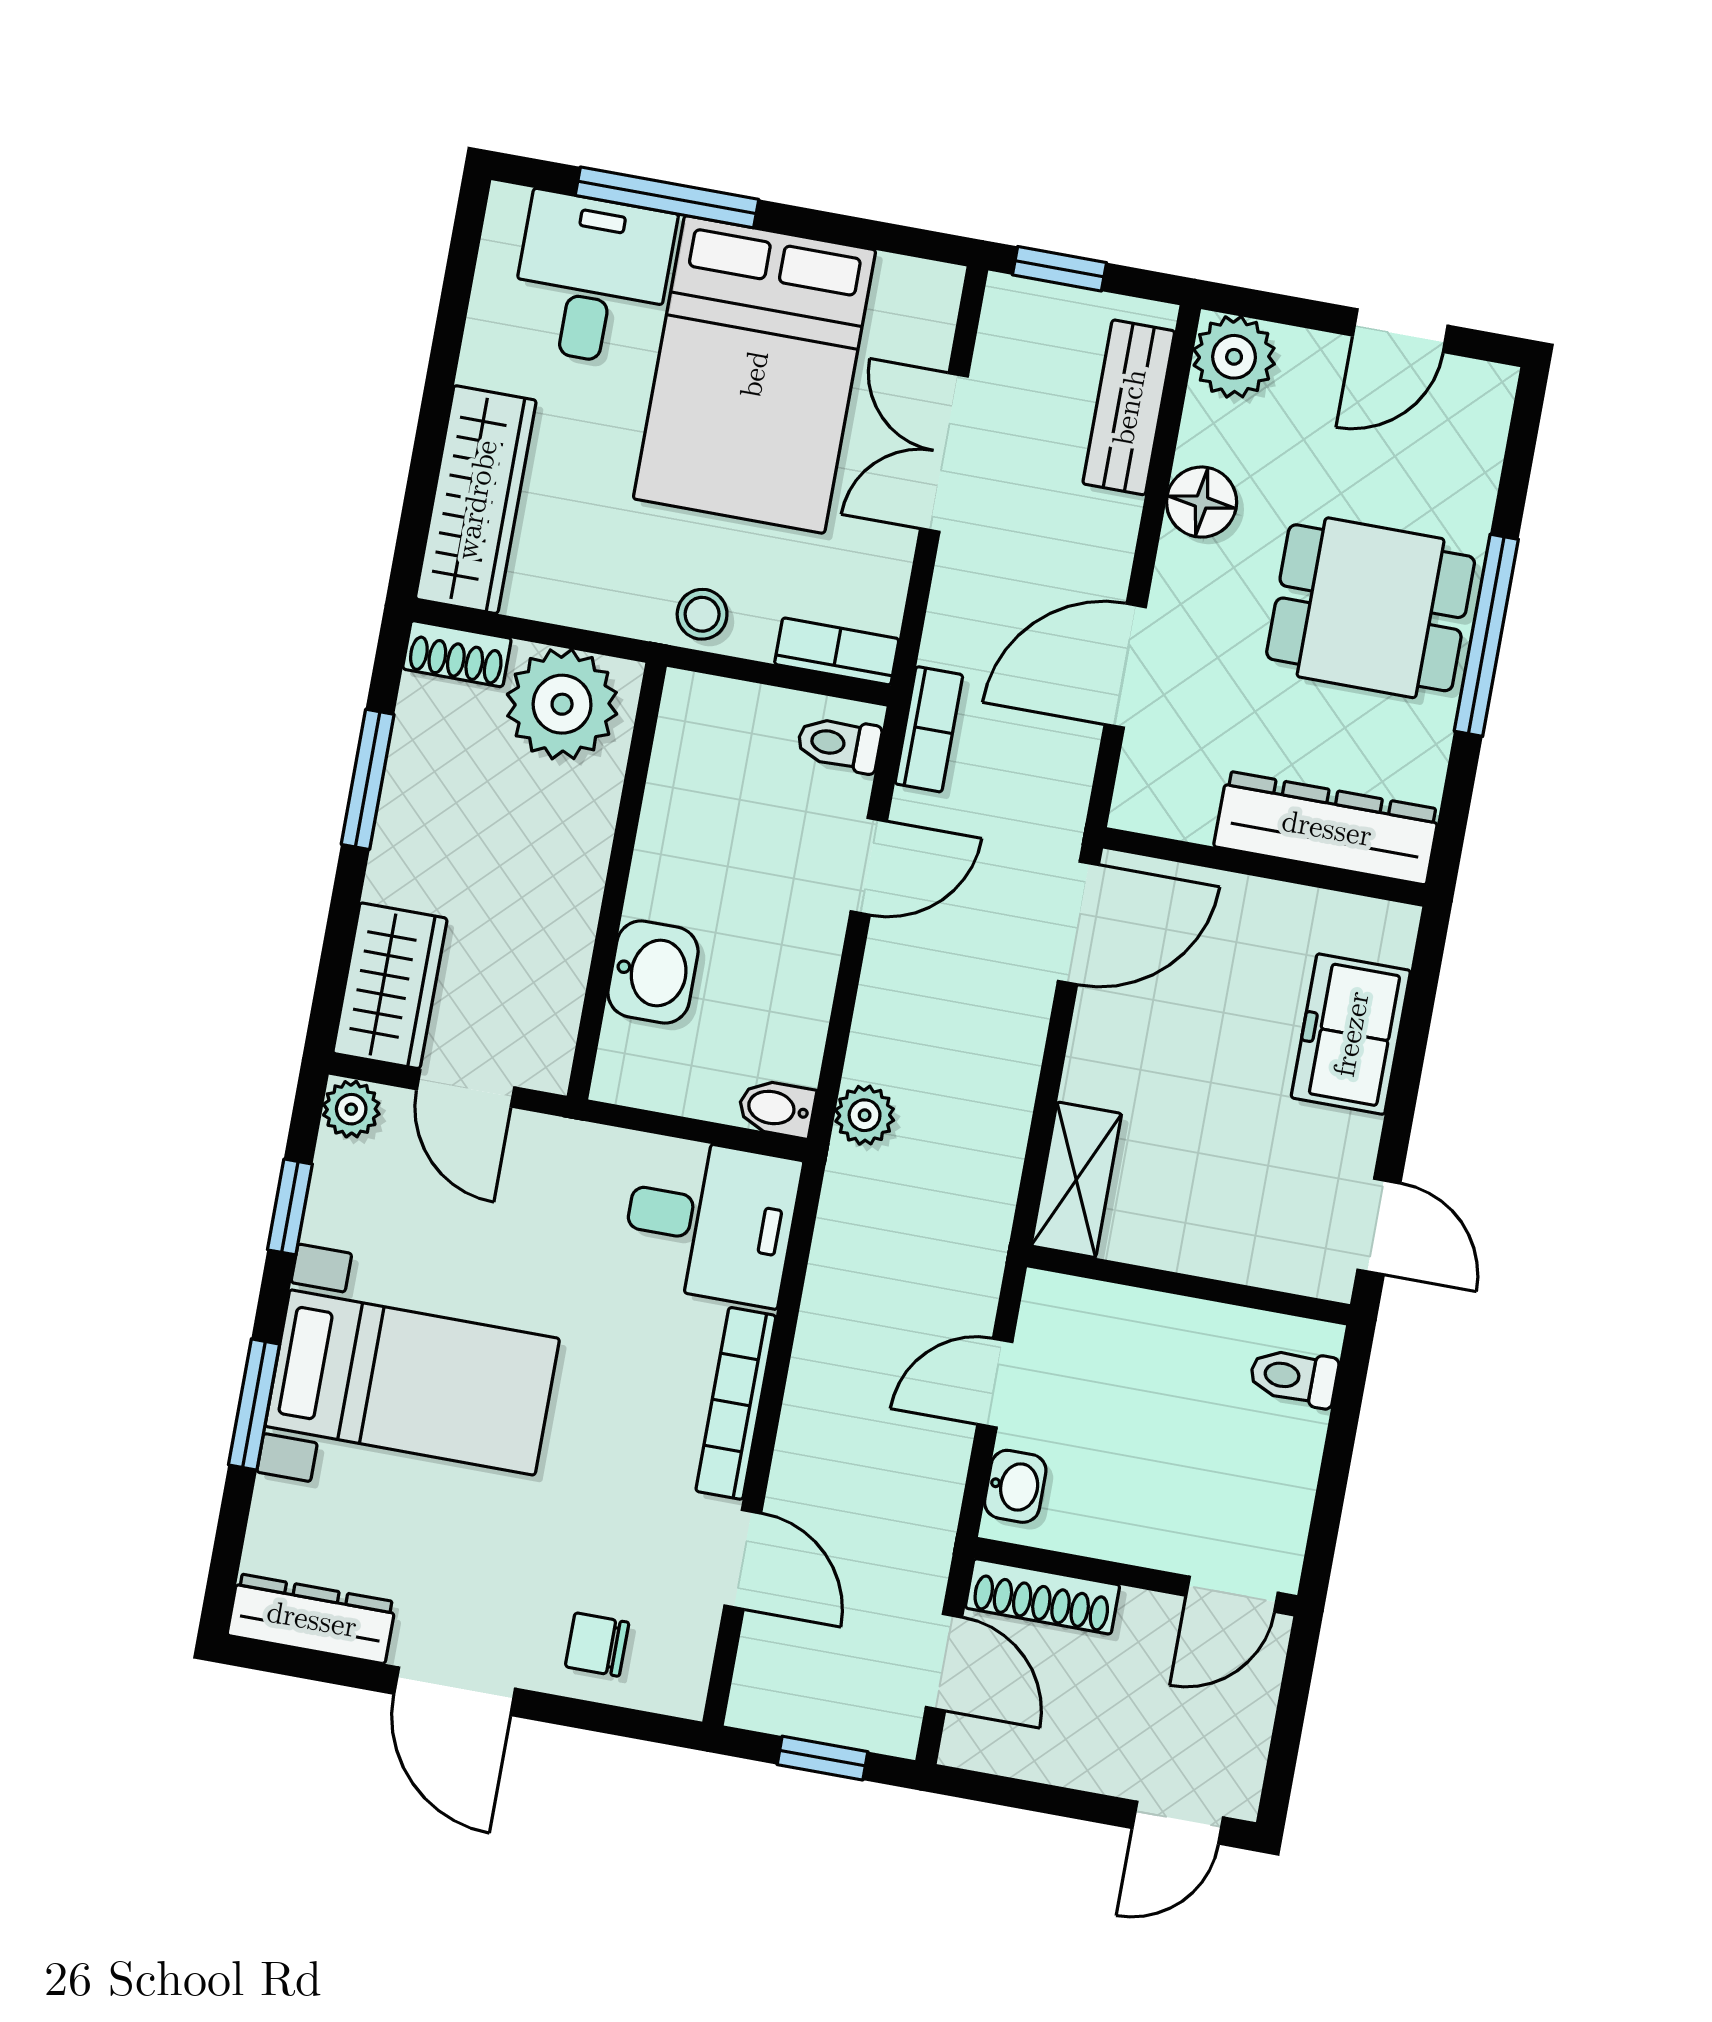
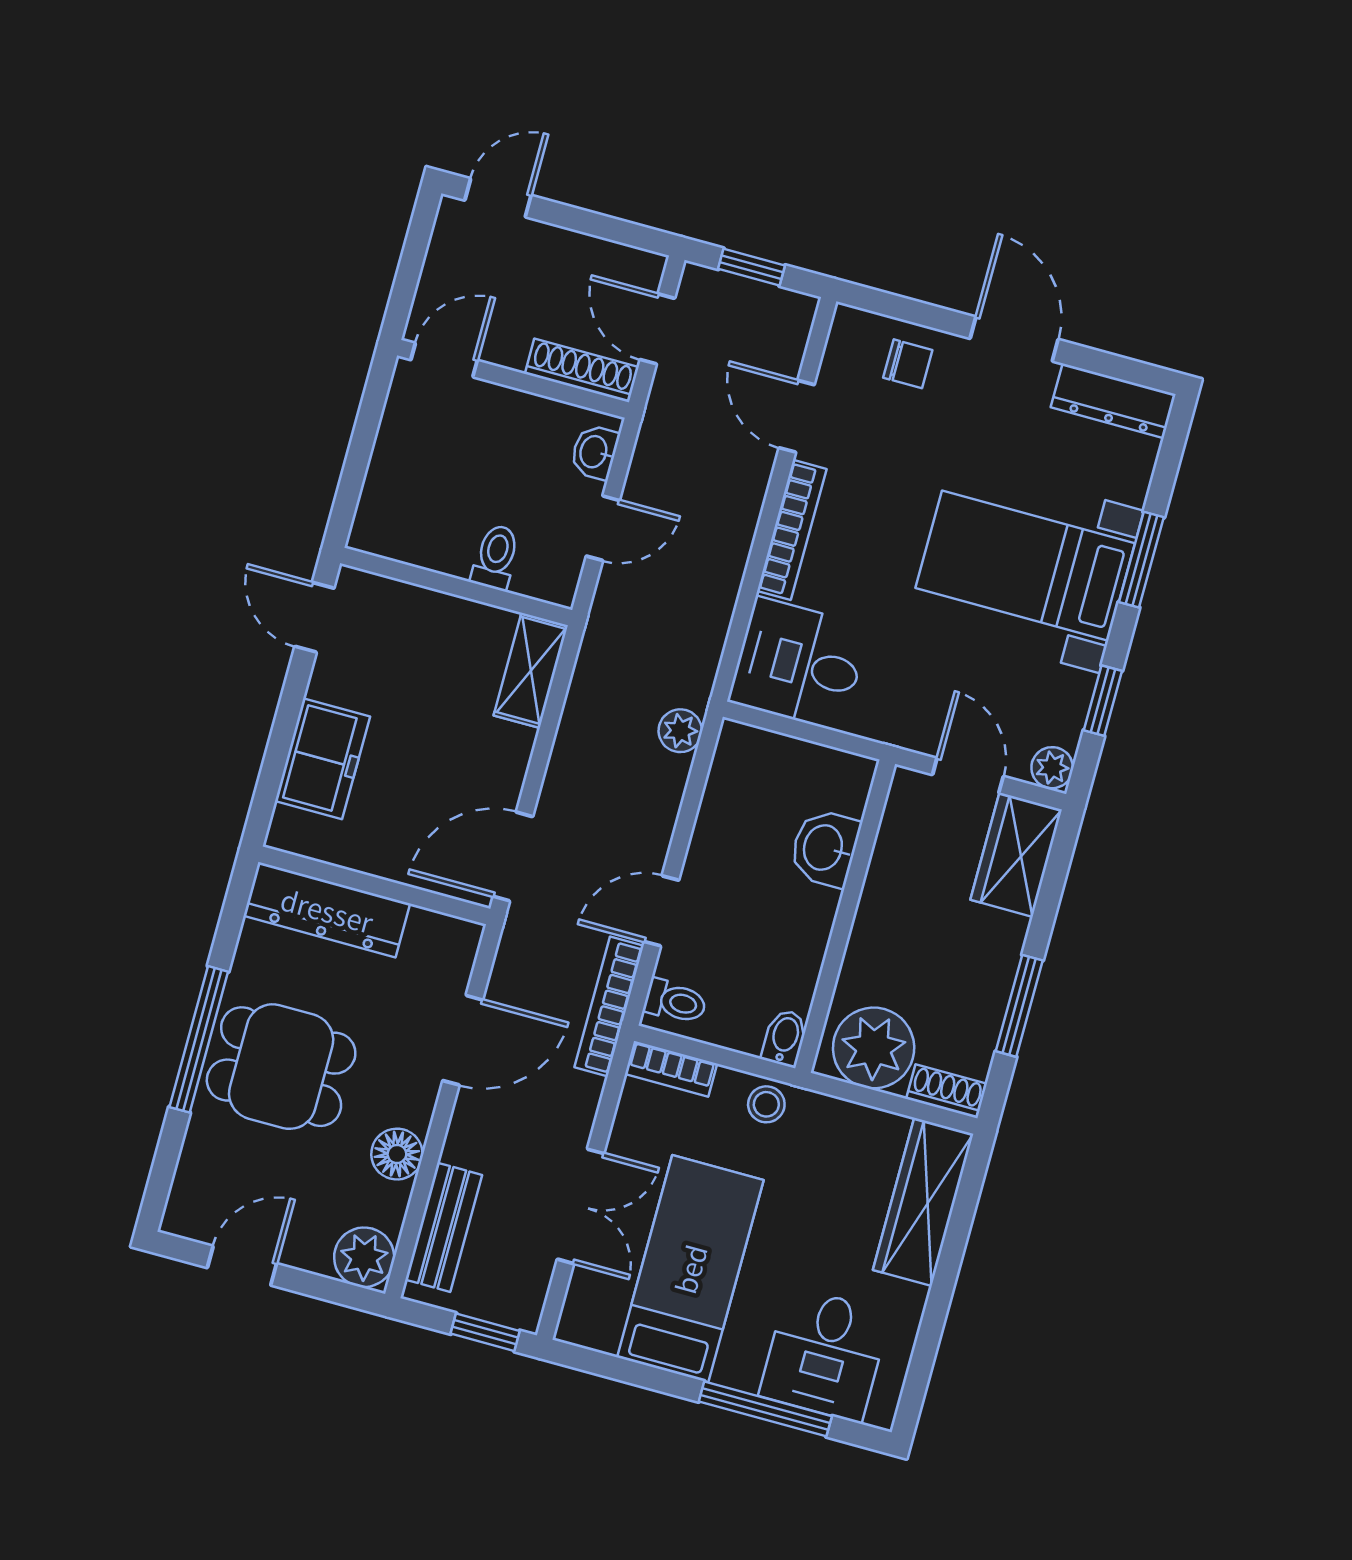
bed: (754, 374) -> (690, 1269), width x0.67
bookcase: (929, 729) -> (609, 1006), width x1.56
bidet: (776, 1108) -> (785, 1038), moved, turned -90
toilet: (1294, 1377) -> (496, 557), moved, turned -90

